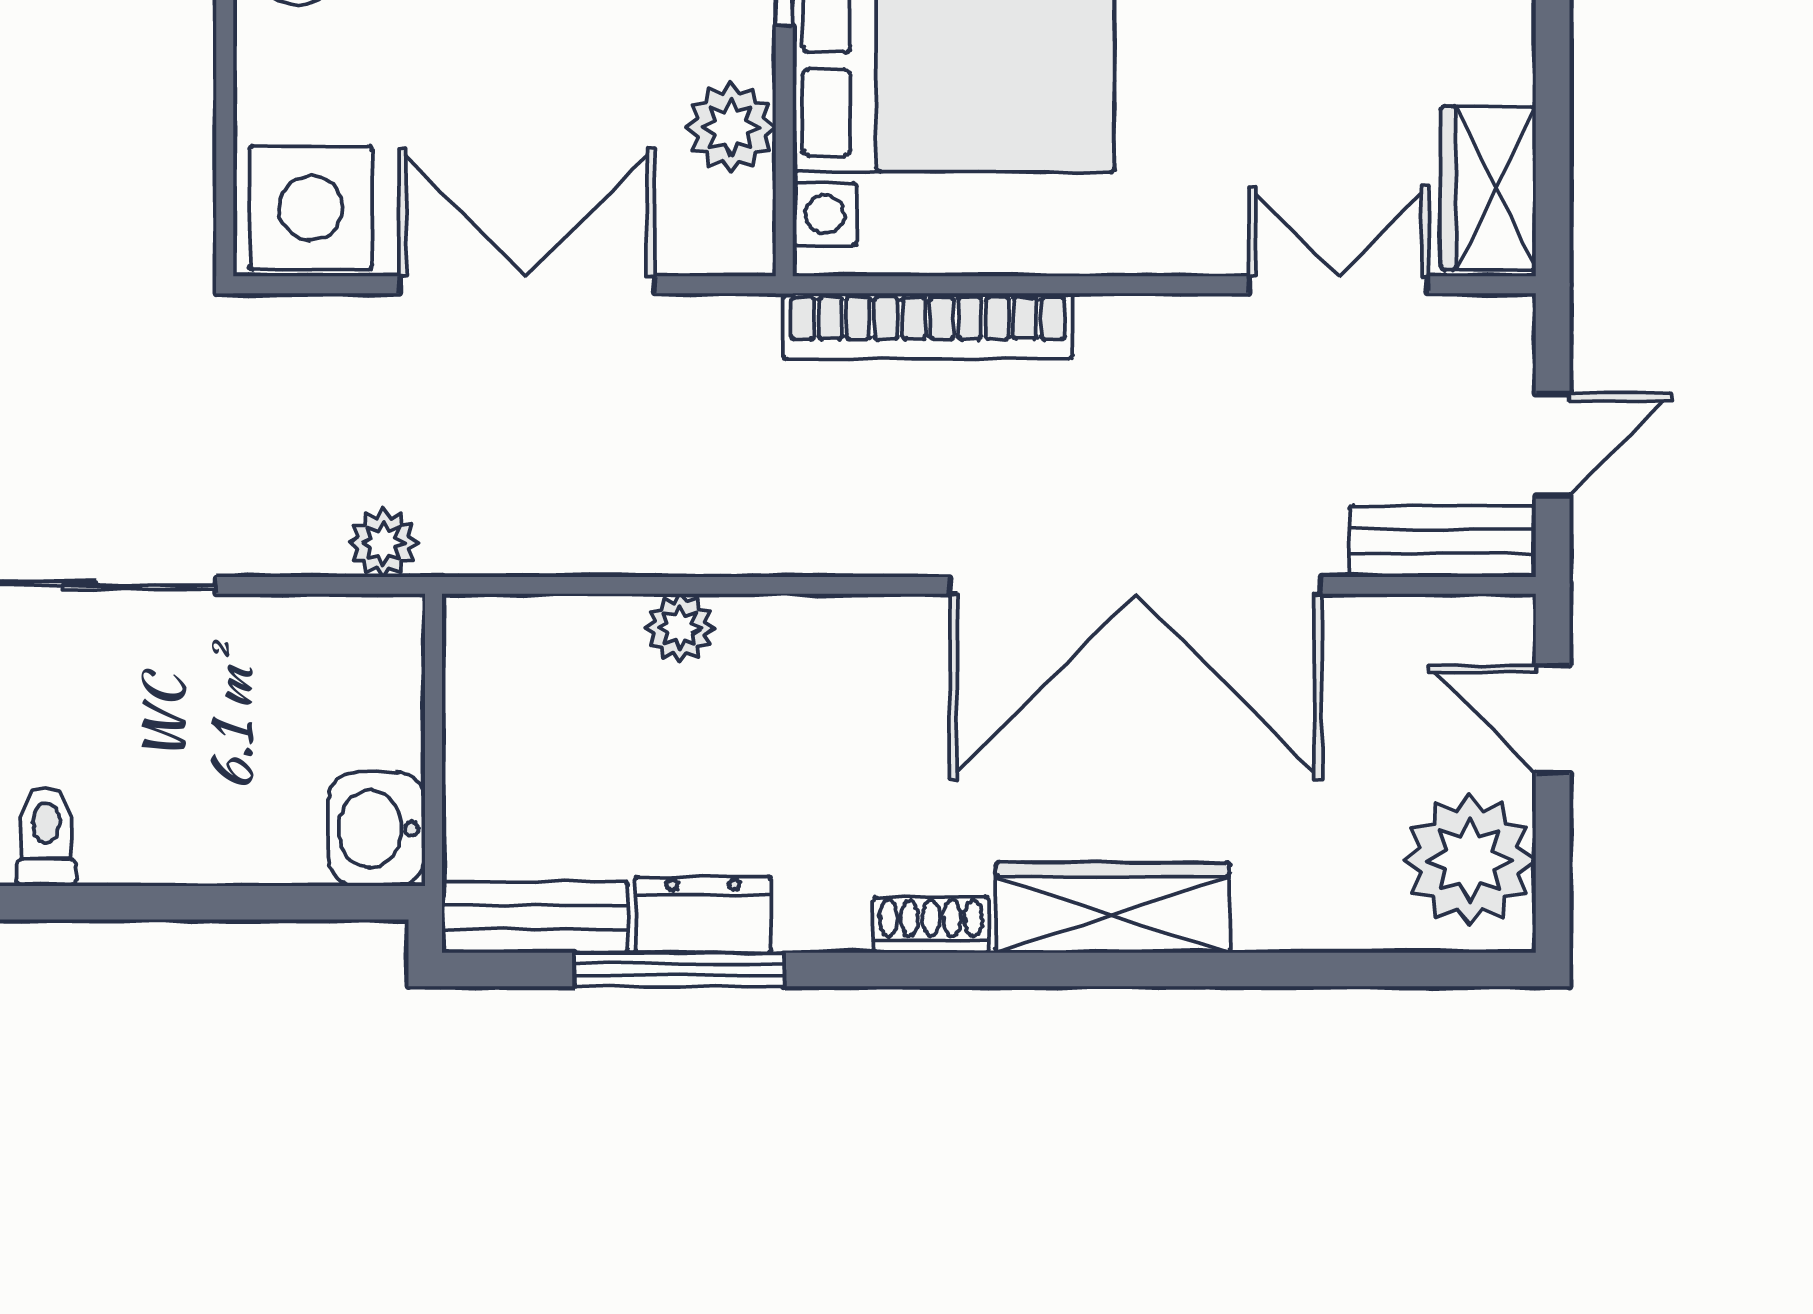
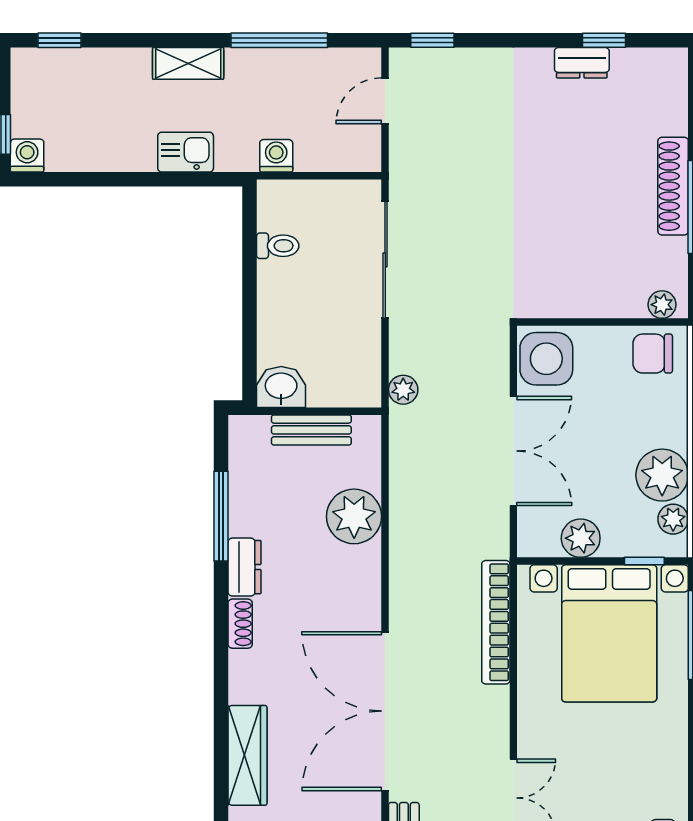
plant: (680, 628) -> (354, 516), width x1.88, depth x1.88
wardrobe: (1113, 908) -> (247, 755), moved
dresser: (703, 915) -> (244, 567), moved
bench: (535, 917) -> (311, 430), moved, turned 90

